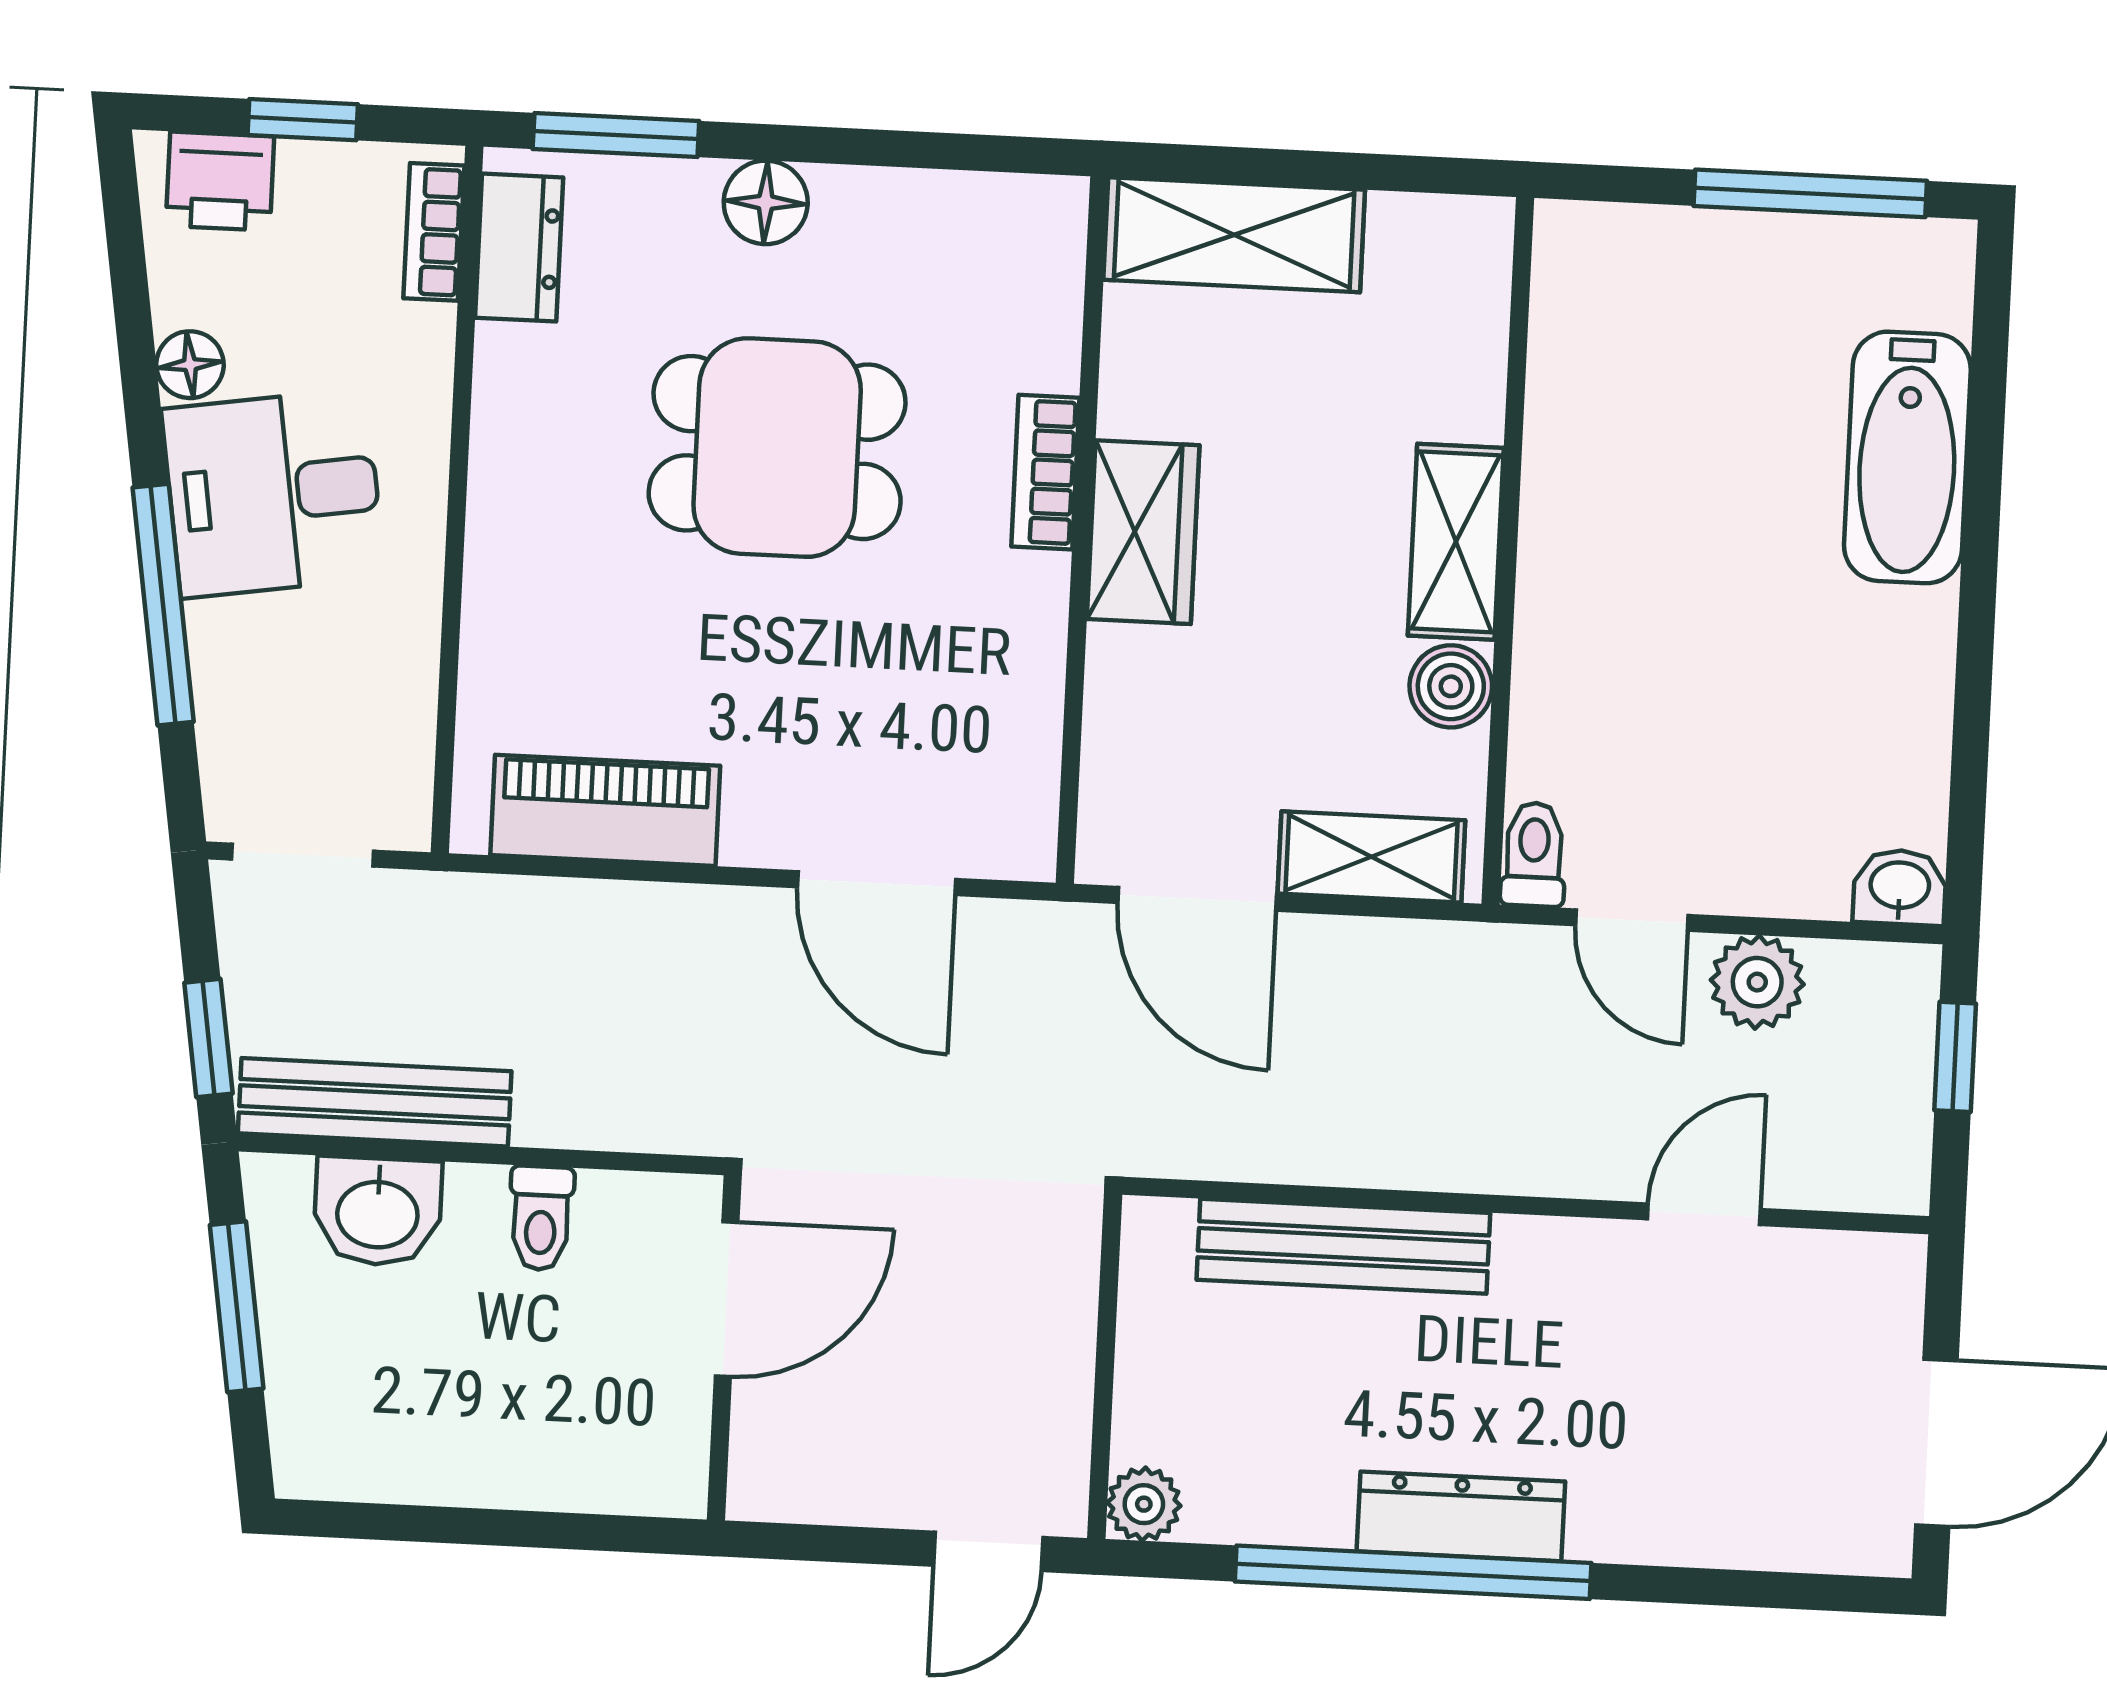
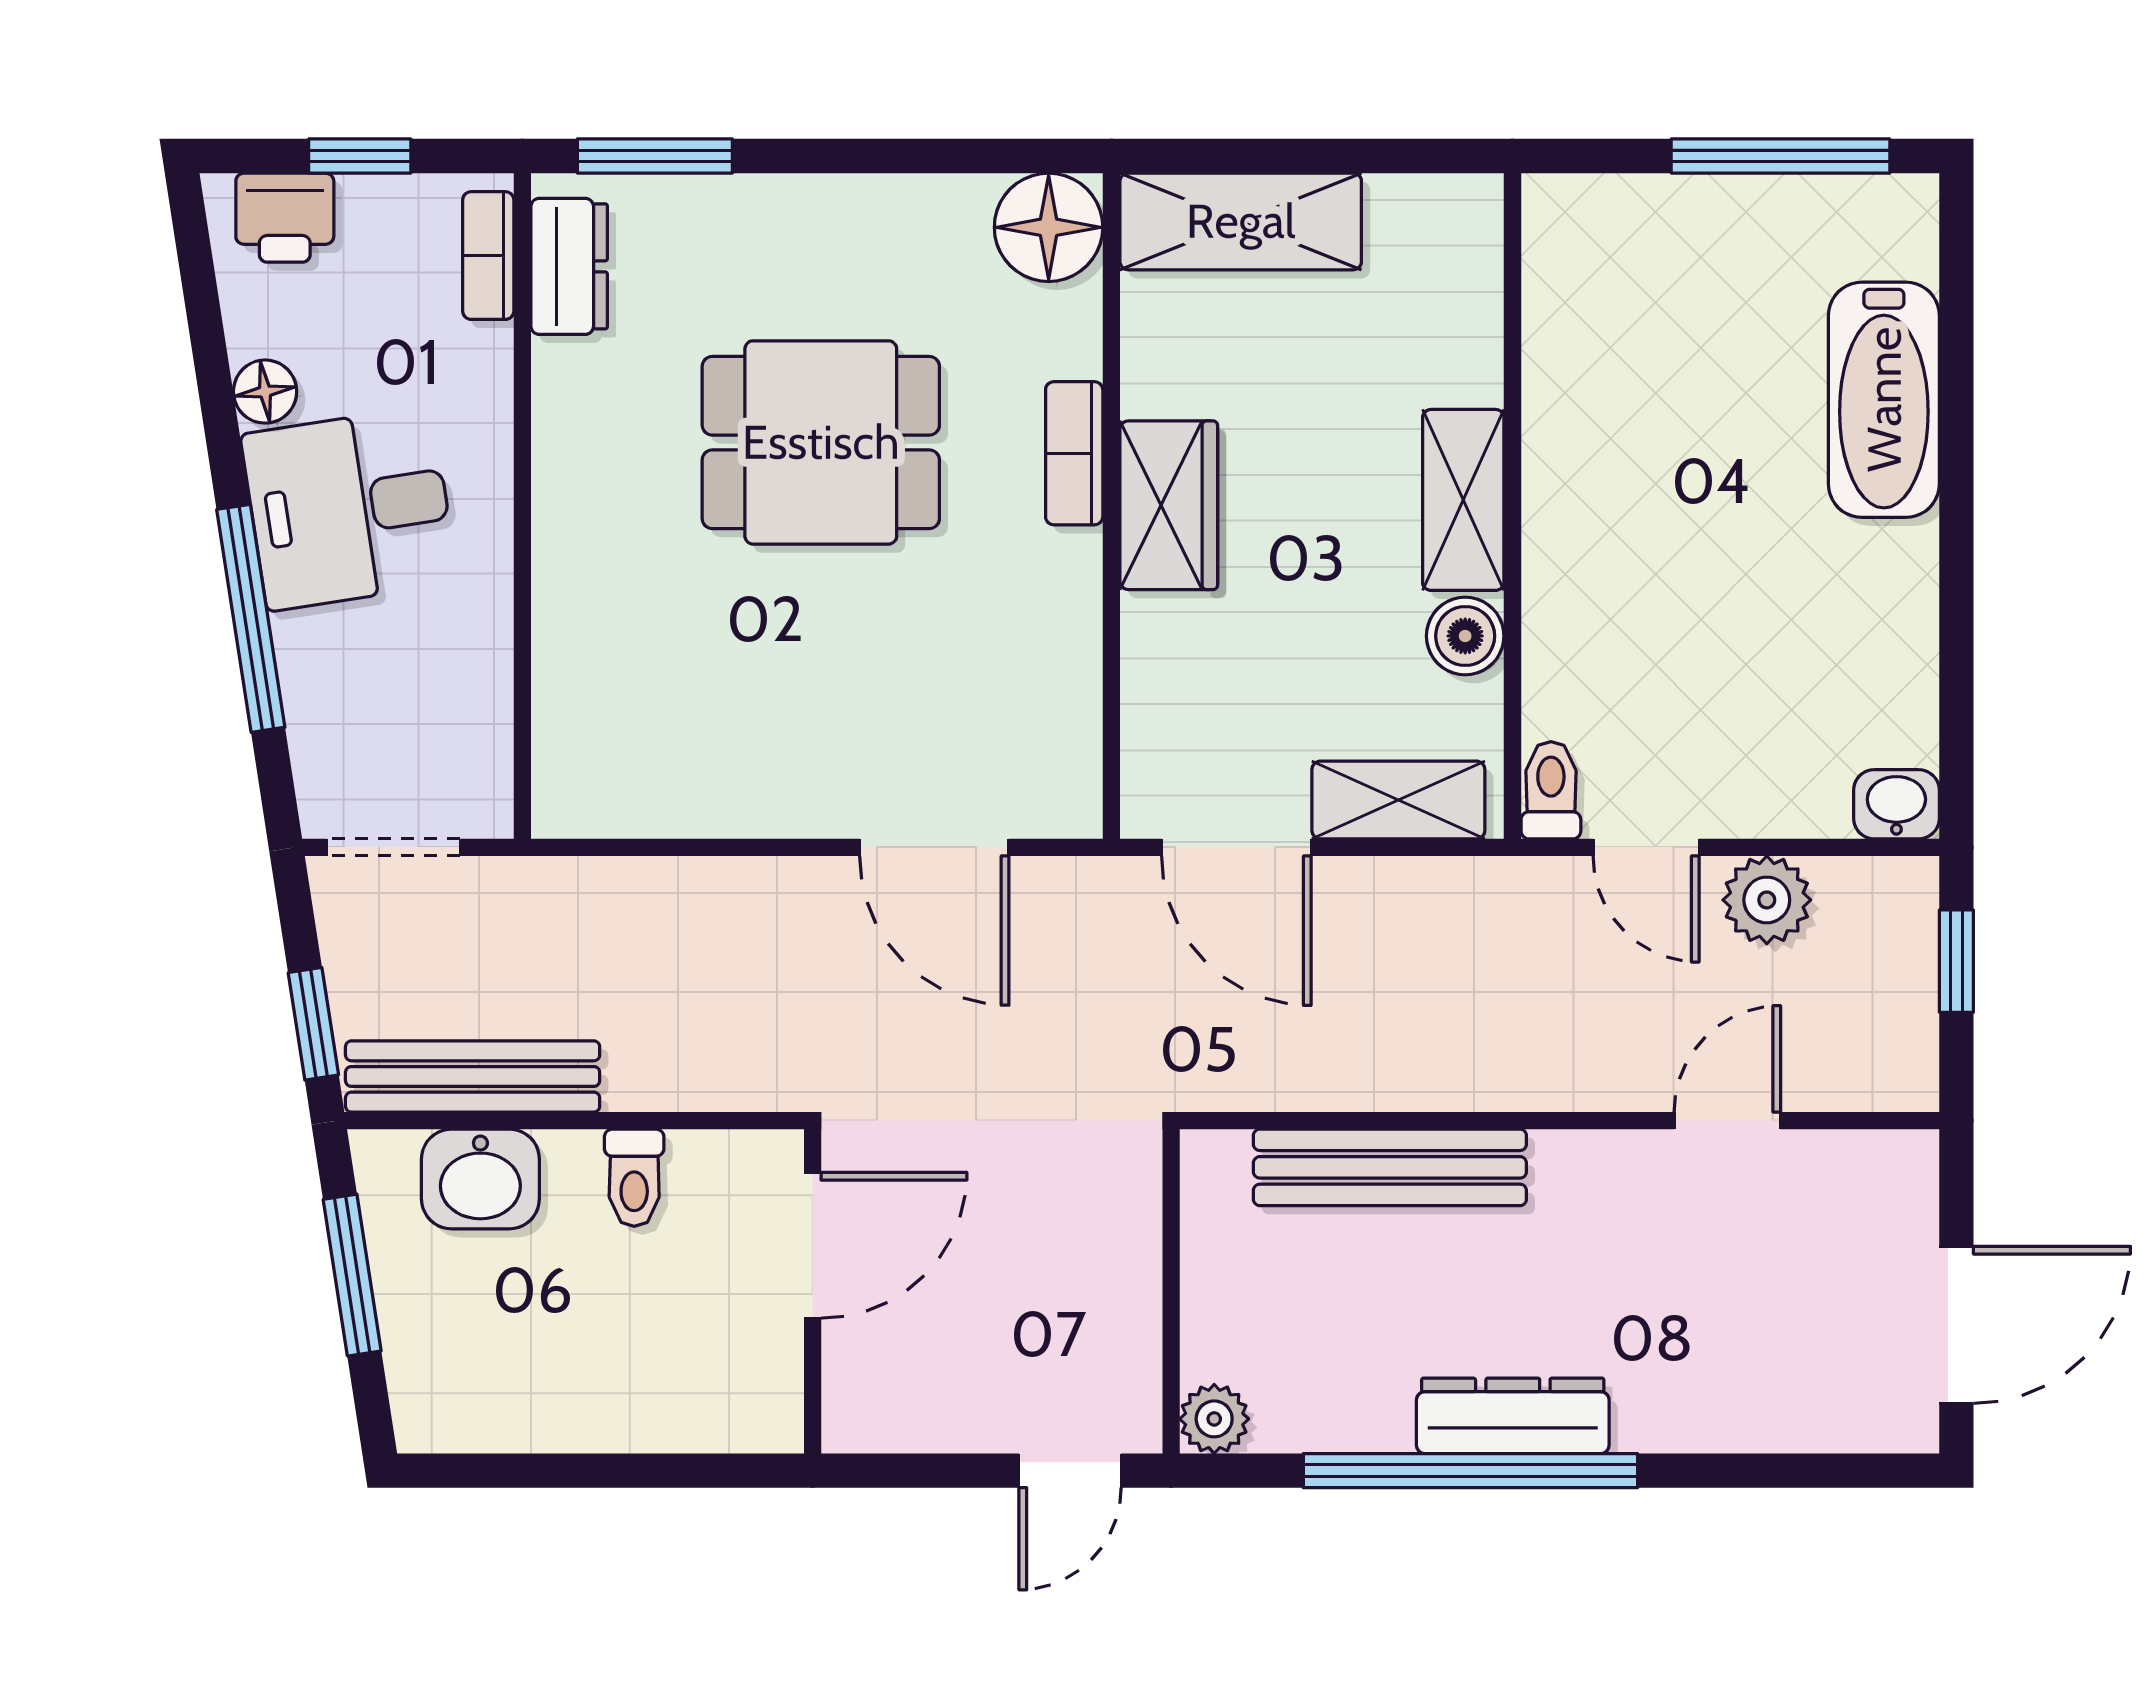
floor lamp: (766, 202) -> (1049, 227), moved, width x1.38, depth x1.38
piano: (605, 810) -> (676, 792), removed

